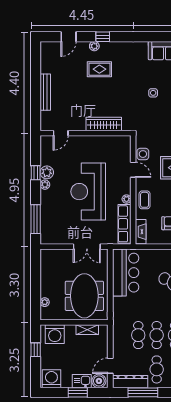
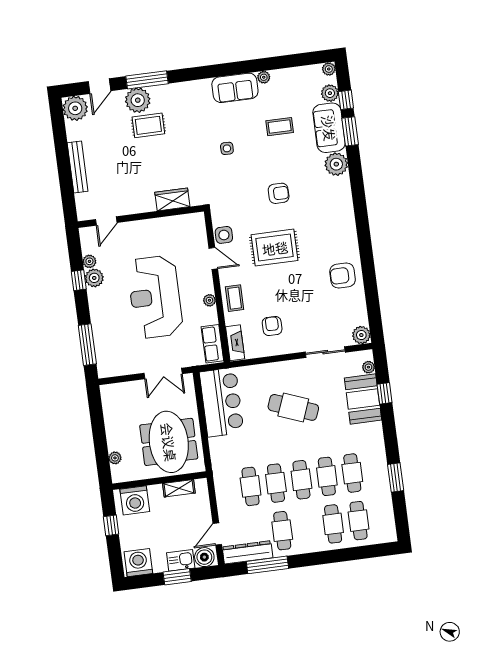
window: (103, 37) -> (147, 80), width x2.17
plant: (94, 46) -> (138, 100), width x1.87, depth x1.87
plant: (49, 50) -> (75, 108), added
wardrobe: (104, 124) -> (172, 199), width x0.67
plant: (45, 185) -> (89, 261), moved
row of seats: (125, 224) -> (212, 344), width x0.68

